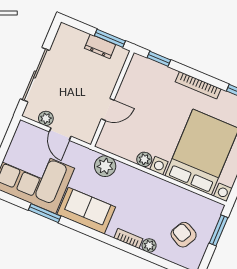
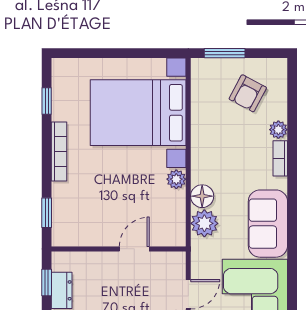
window: (110, 38) -> (47, 282), width x0.67
door: (108, 110) -> (134, 249), hinge flipped
floor lamp: (125, 173) -> (202, 196), added
window: (45, 213) -> (292, 273), removed

